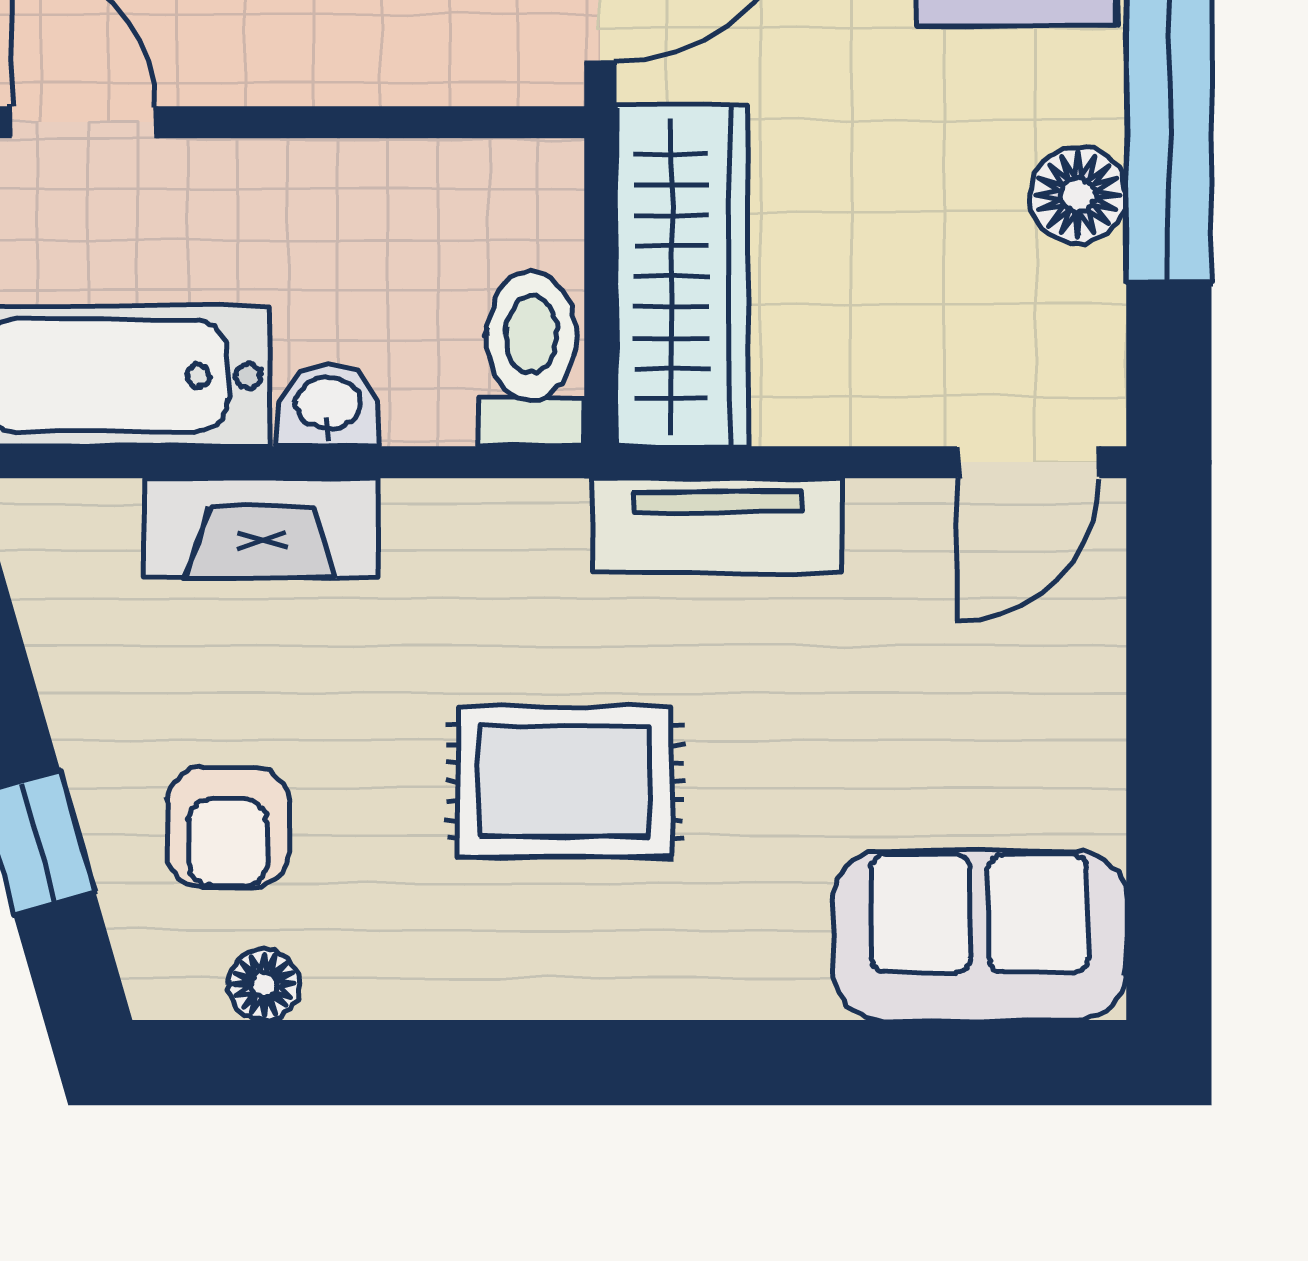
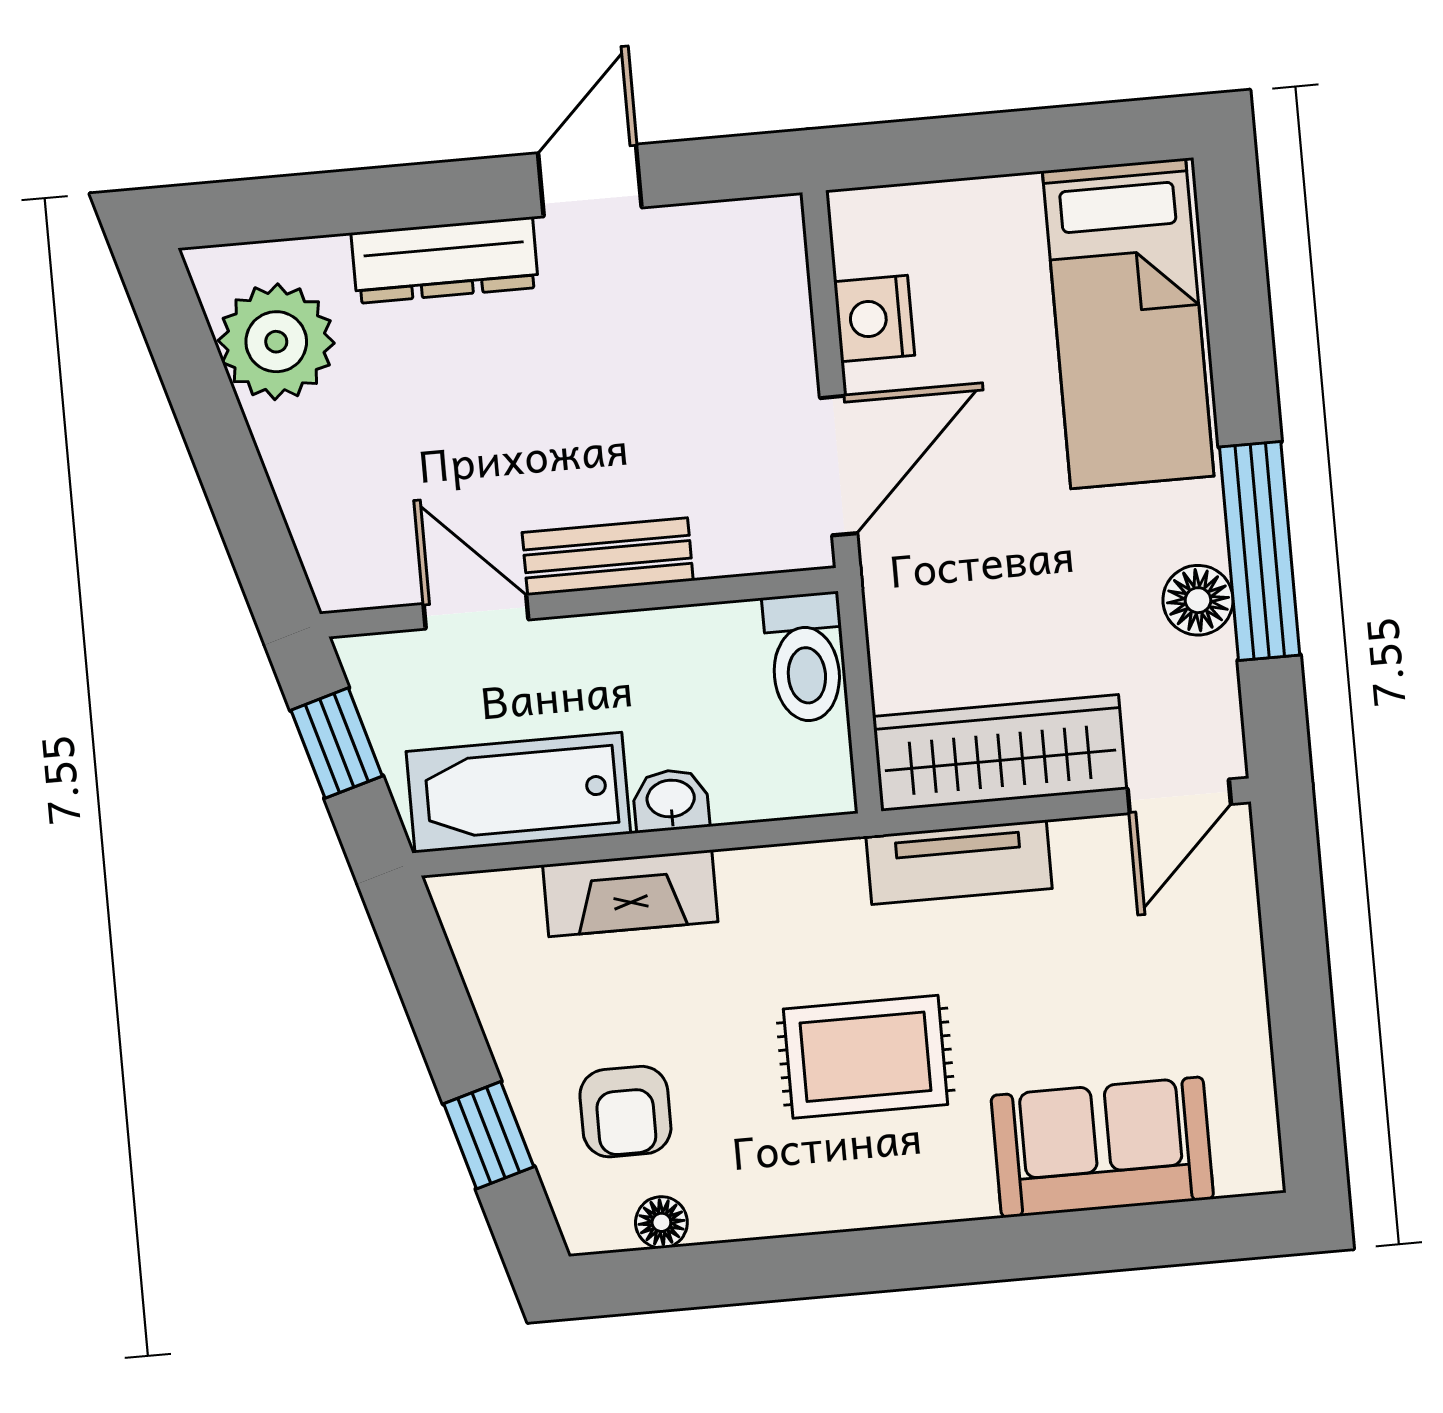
bench: (272, 63) -> (608, 557), added
wardrobe: (682, 276) -> (1000, 753), moved, turned -90
toilet: (531, 359) -> (805, 658), moved, turned 180
sofa: (979, 935) -> (1102, 1147), moved

